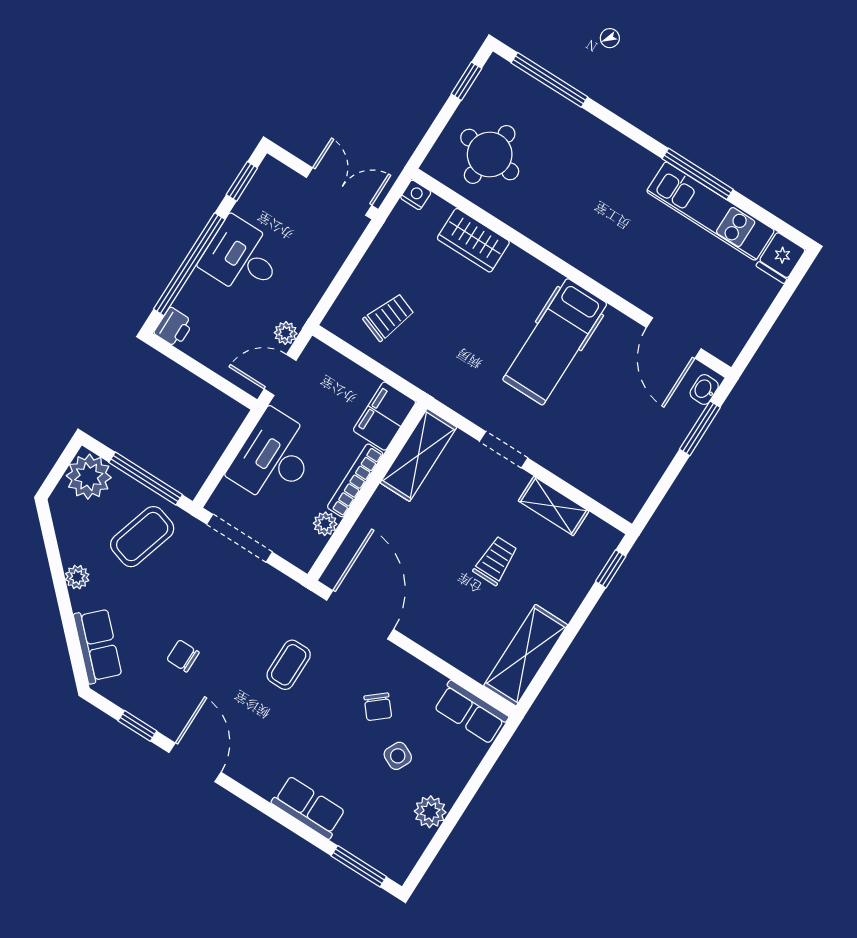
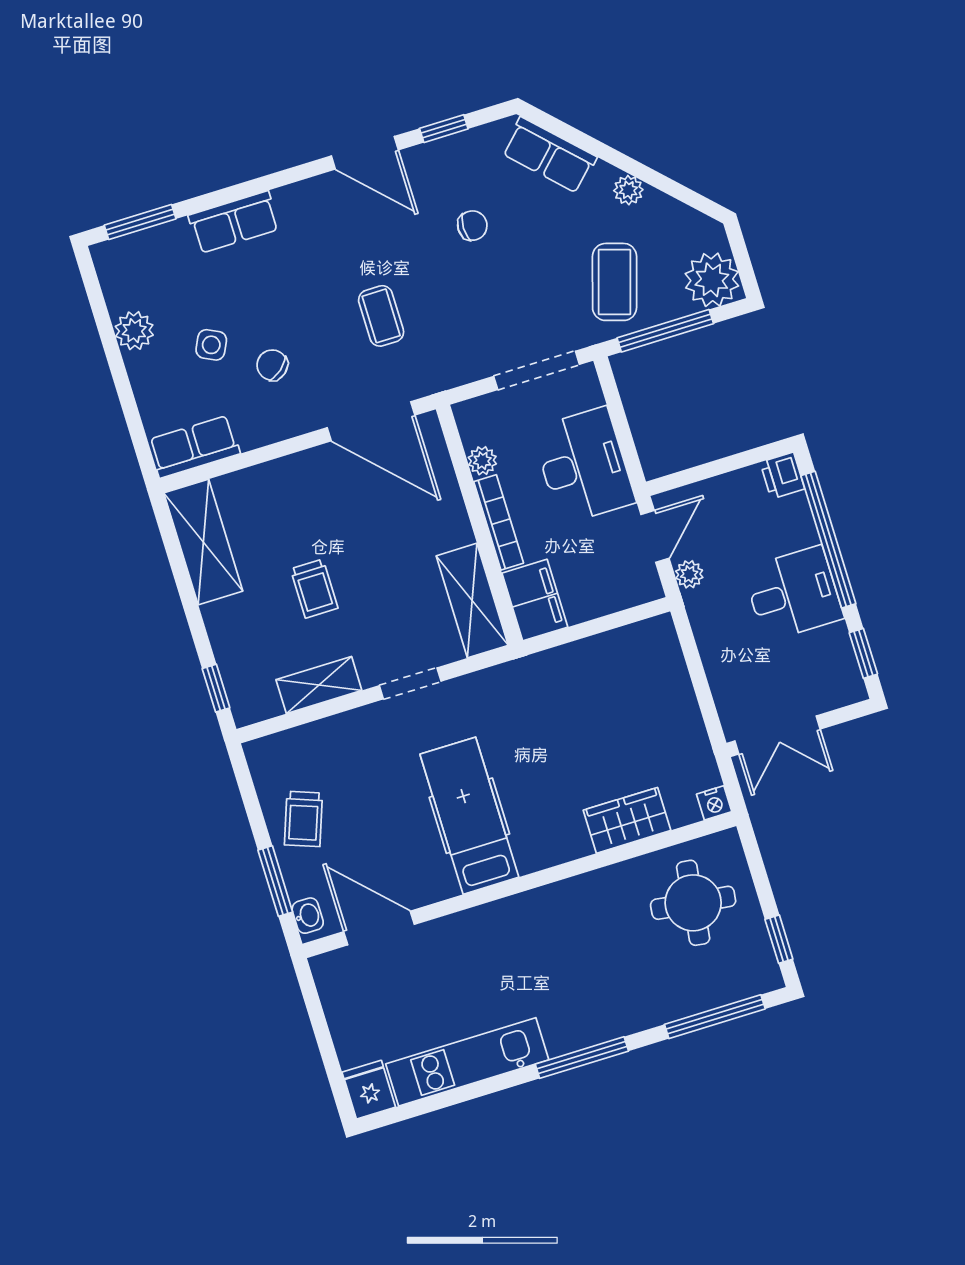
window: (698, 174) -> (582, 1058), moved
trolley: (389, 317) -> (303, 819), moved

